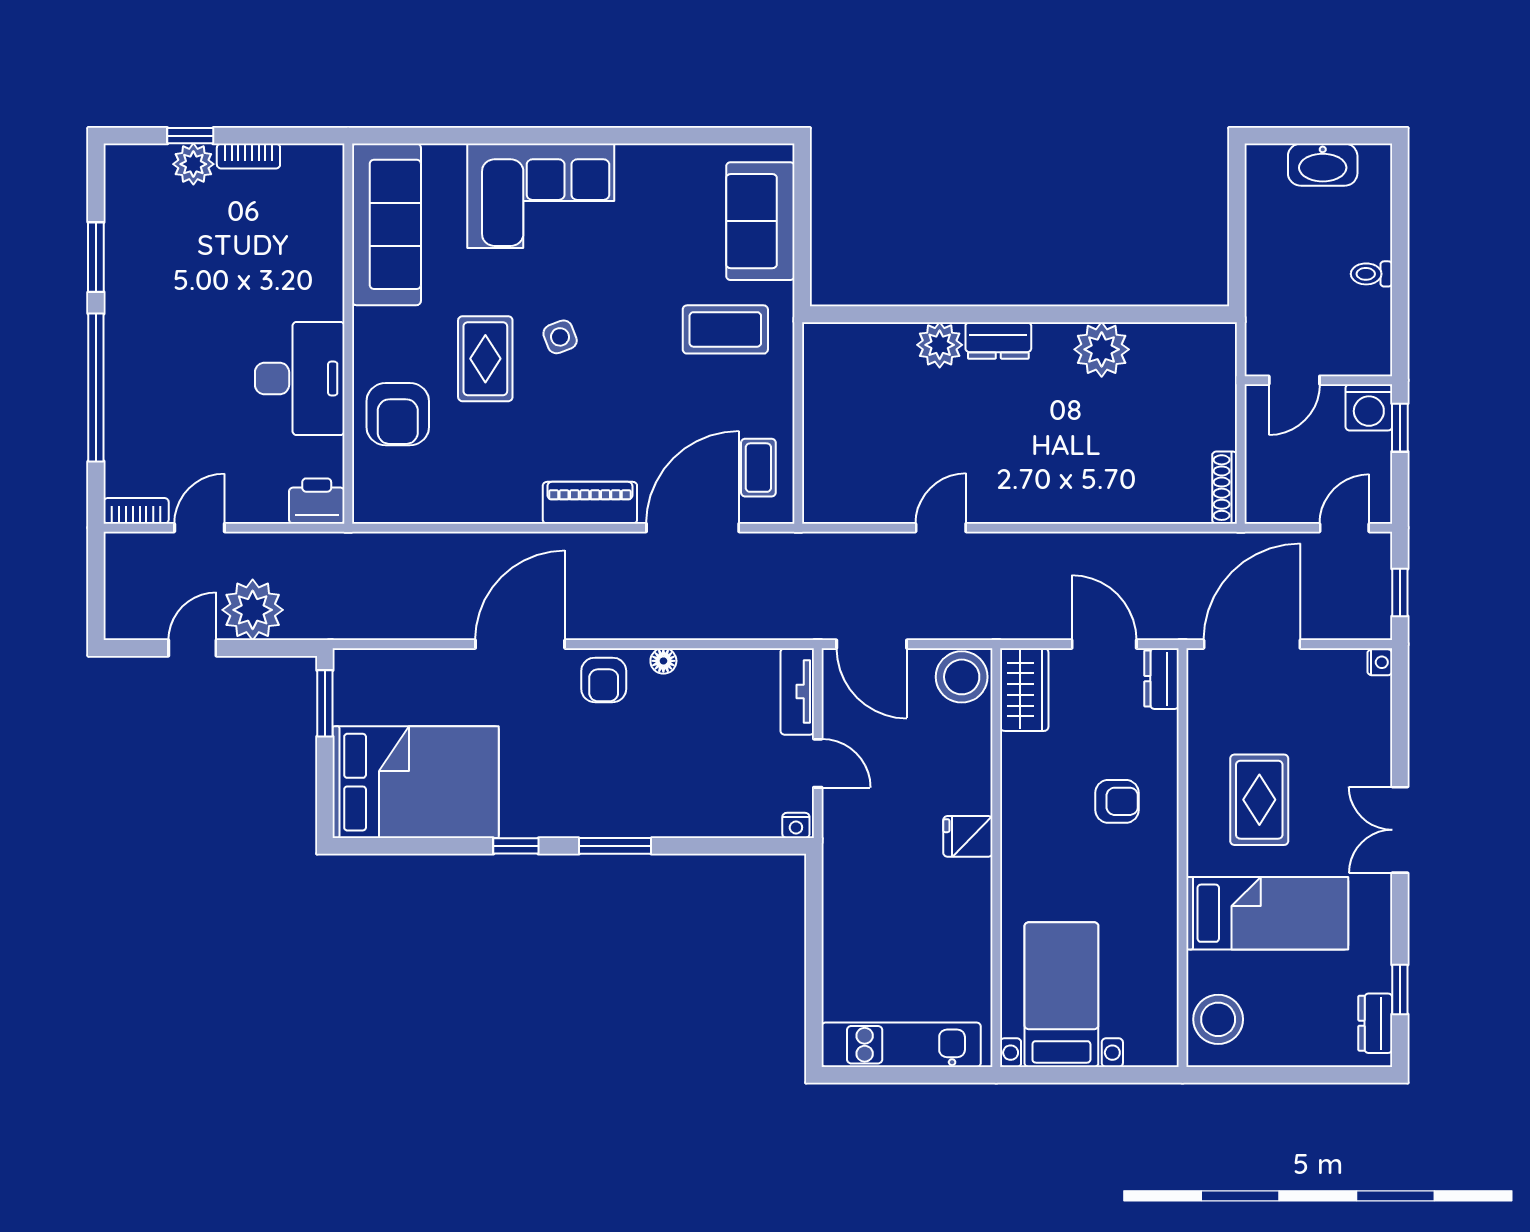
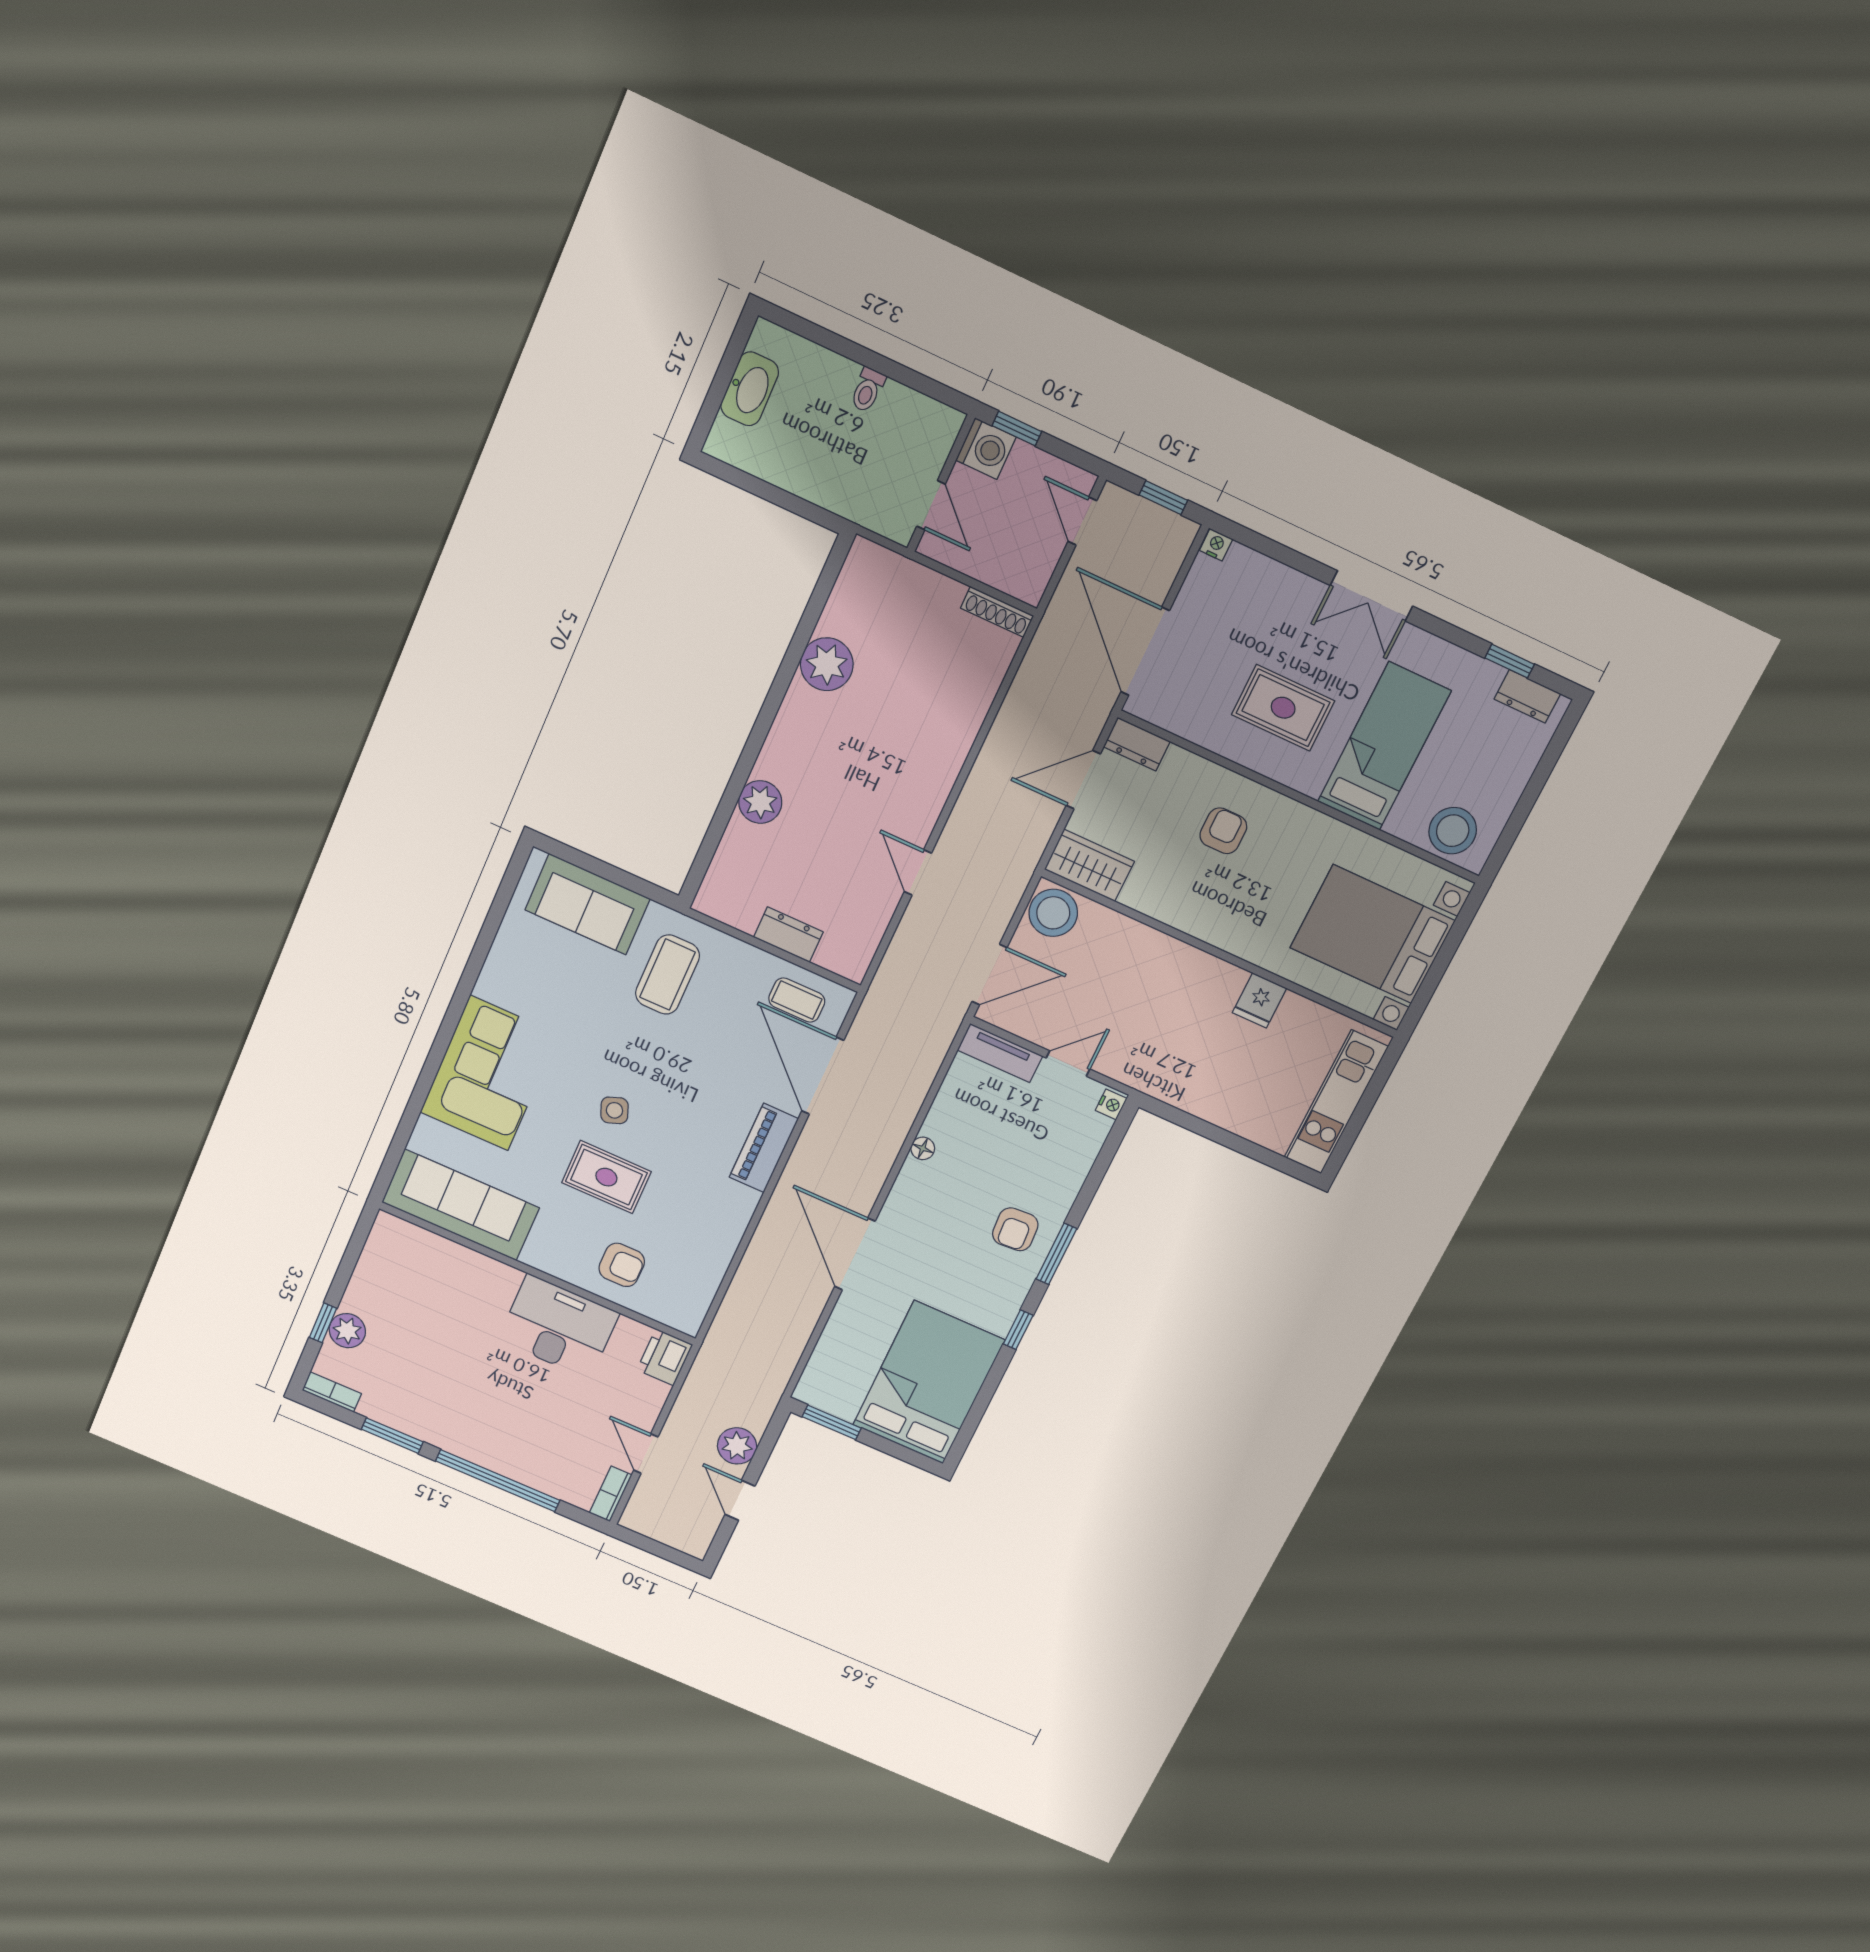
bookcase: (248, 156) -> (332, 1392), moved, turned -90
dresser: (998, 340) -> (788, 935), moved, turned -90
armchair: (398, 414) -> (622, 1265), width x0.72, depth x0.72
plant: (253, 610) -> (737, 1446), width x0.73, depth x0.73
armchair: (604, 680) -> (1015, 1229), moved, turned 86
fridge: (968, 836) -> (1259, 1000), moved
bed with nightstands: (1061, 995) -> (1372, 934), width x1.36

